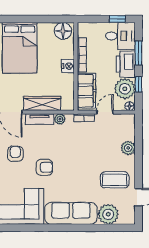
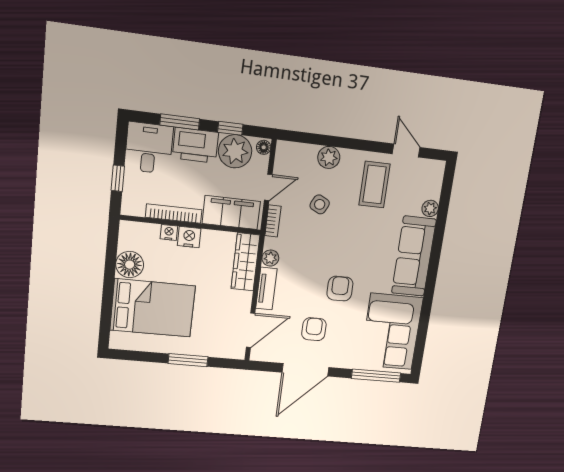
window: (117, 19) -> (118, 178), moved
floor lamp: (63, 31) -> (130, 265), moved
nightstand: (70, 53) -> (169, 232), added
wardrobe: (42, 103) -> (245, 262), moved
door: (105, 112) -> (268, 187), swing flipped
side table: (98, 146) -> (320, 204), added
armchair: (15, 154) -> (314, 329), turned 90
plant: (108, 214) -> (430, 208), width x0.53, depth x0.53

